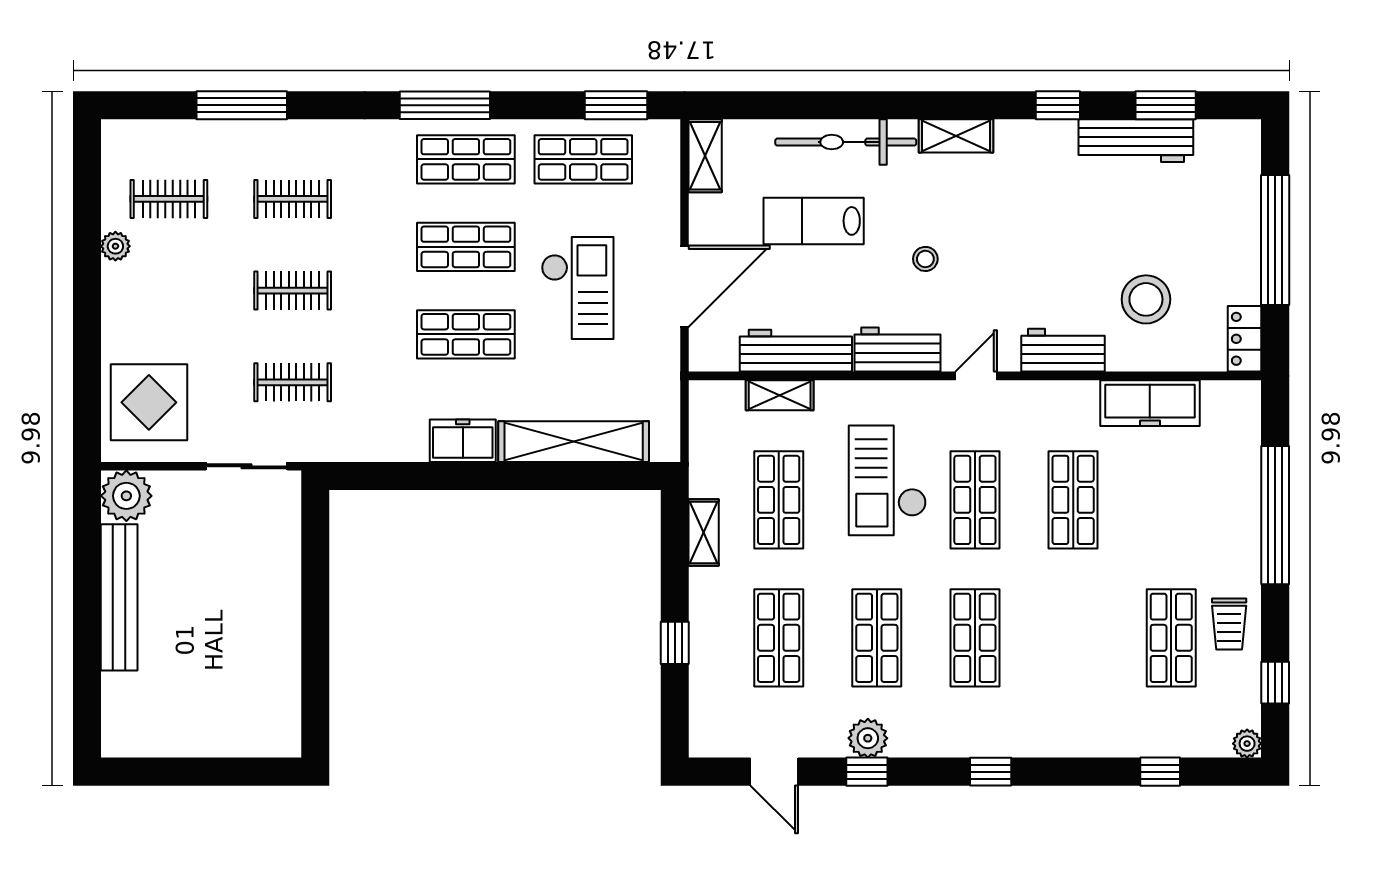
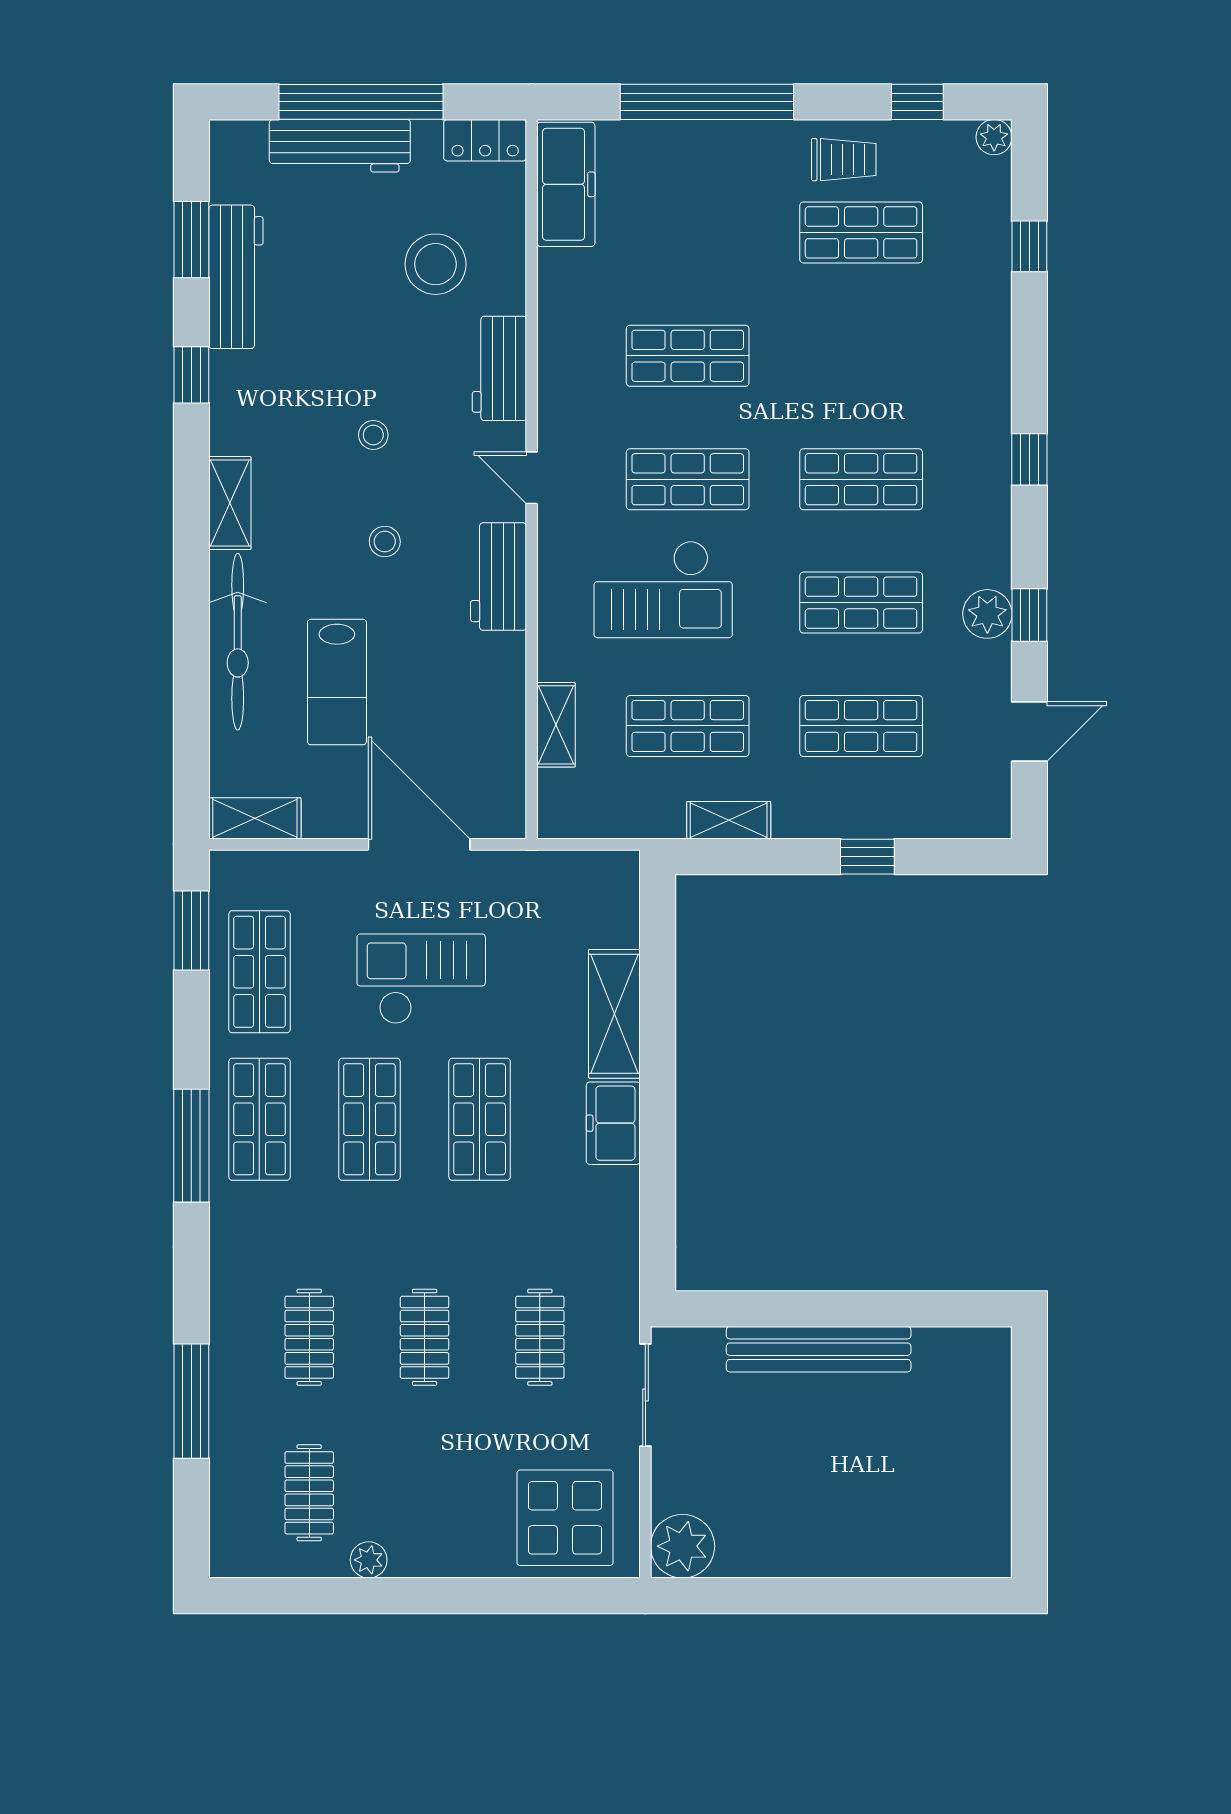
stool: (1010, 250) -> (373, 435), added
workbench: (796, 351) -> (340, 146), moved, turned -90
freezer: (1150, 403) -> (566, 184), moved
shelving: (574, 442) -> (614, 1014), width x0.68
bench: (119, 597) -> (819, 1349), moved

